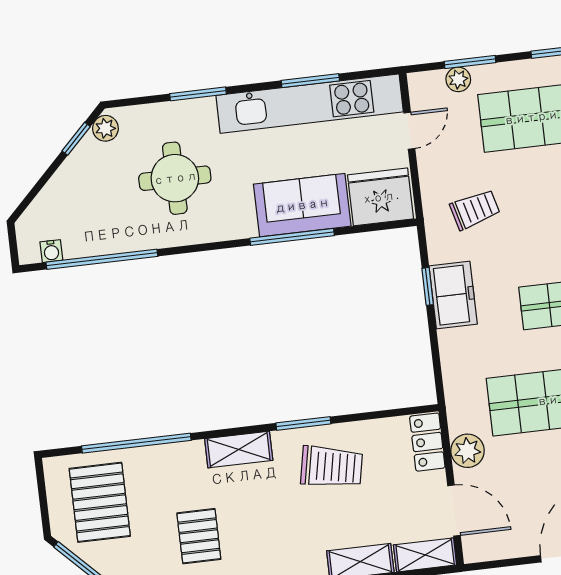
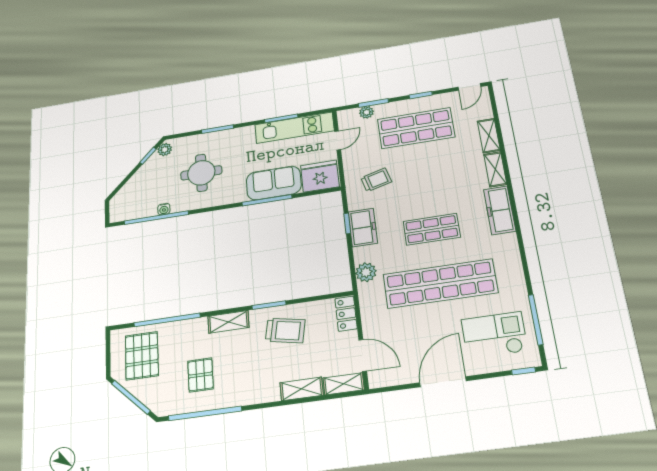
kitchen unit: (310, 104) -> (294, 128), width x0.73
water cooler: (51, 251) -> (164, 209), moved
plant: (468, 451) -> (366, 272), moved

